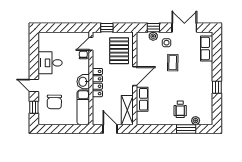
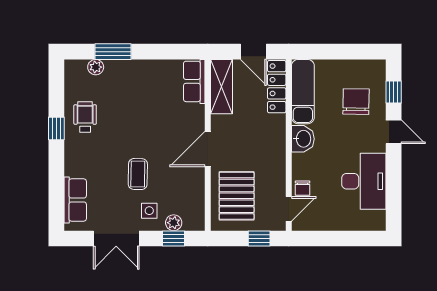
desk: (50, 63) -> (364, 181), width x1.37
locker: (97, 83) -> (277, 87), moved
row of seats: (142, 99) -> (194, 81), moved
wheelchair: (180, 109) -> (85, 117), moved

